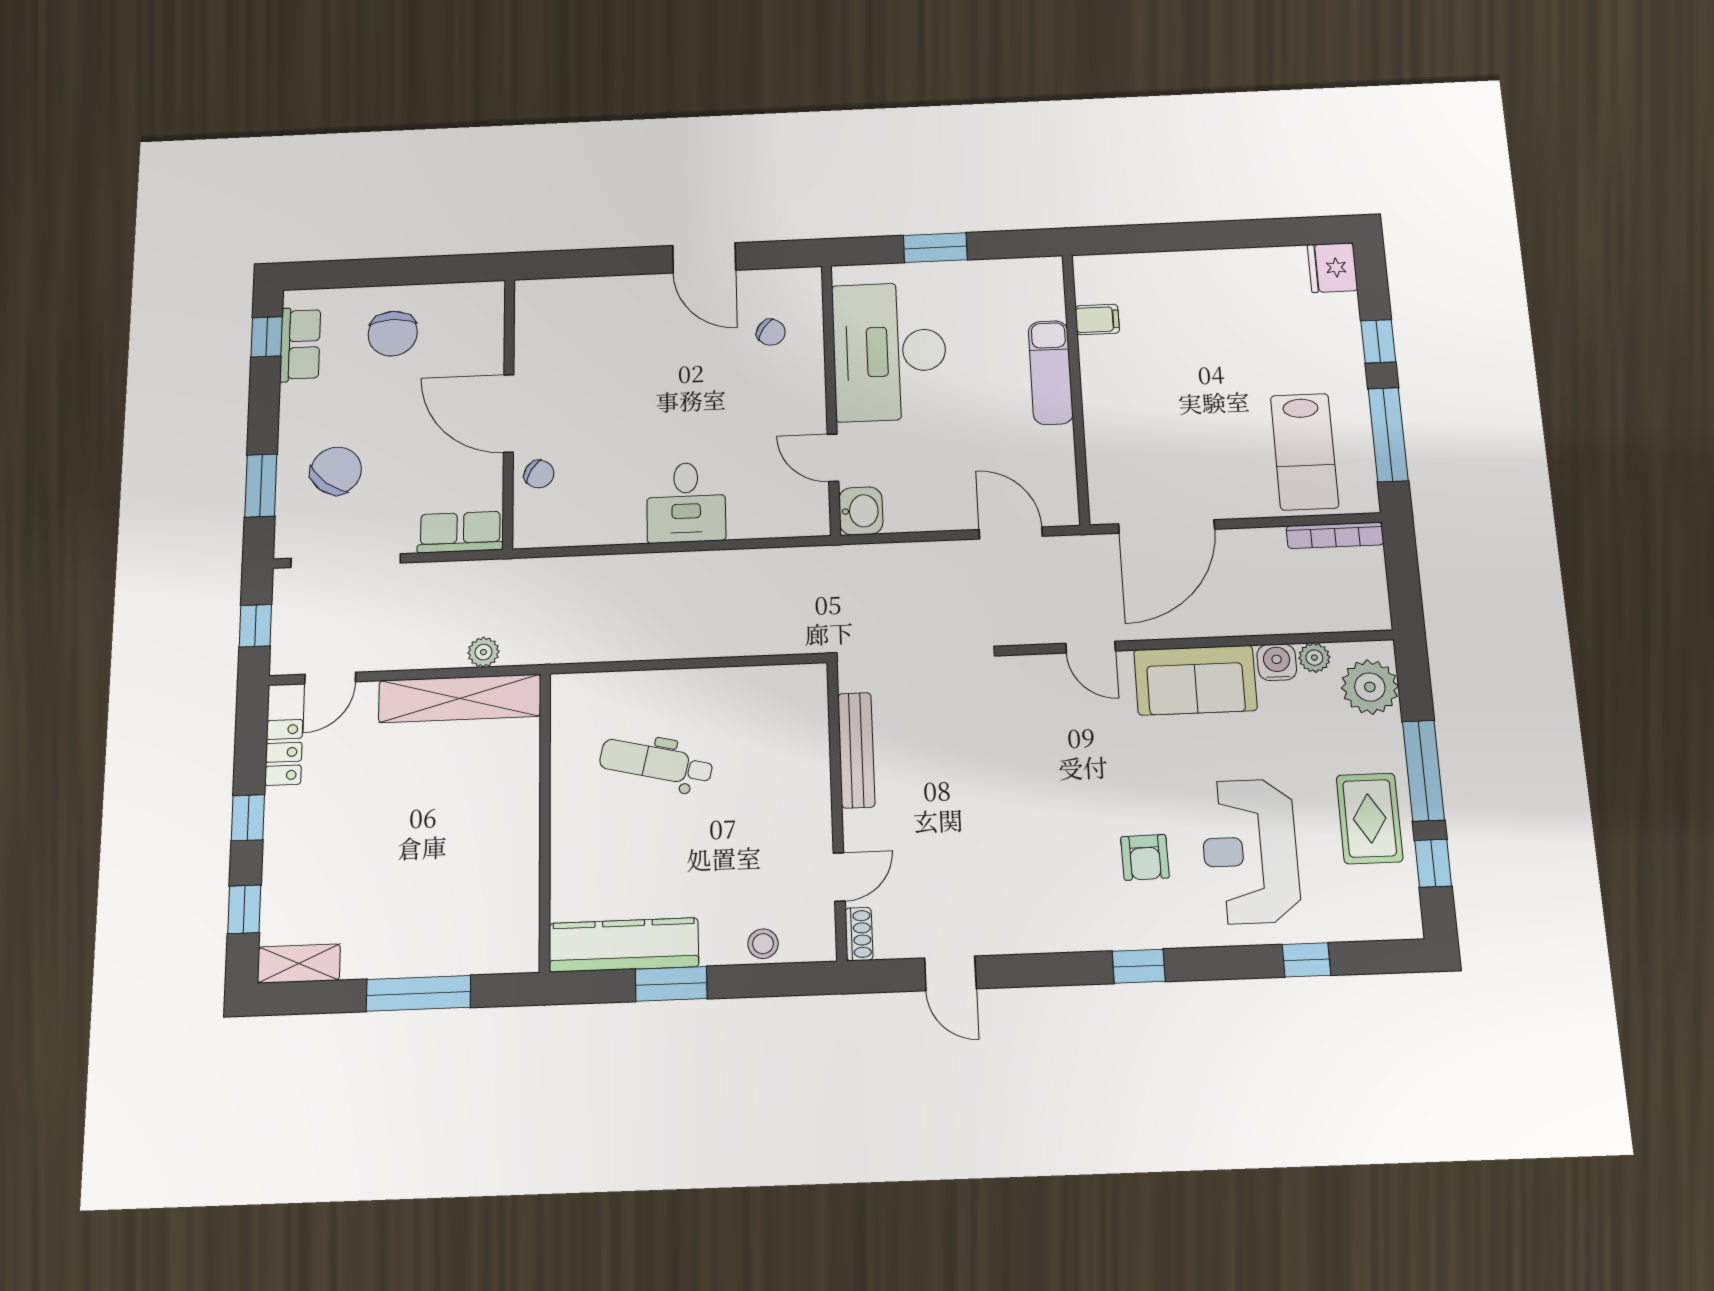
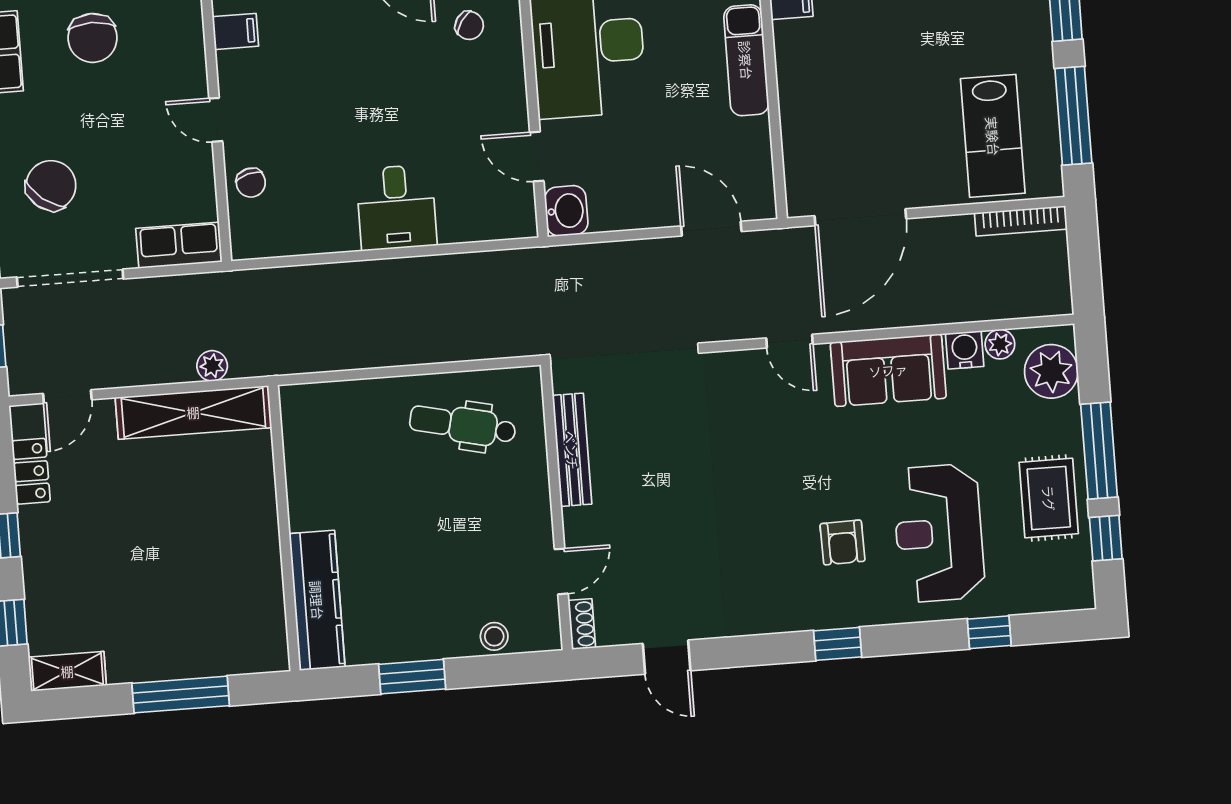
filing cabinet: (536, 332) -> (235, 31), added
door: (509, 413) -> (216, 120), width x0.53
chair: (539, 474) -> (251, 183), turned 44
dental chair: (656, 763) -> (463, 425), moved
kitchen counter: (624, 945) -> (317, 600), moved, turned 90

